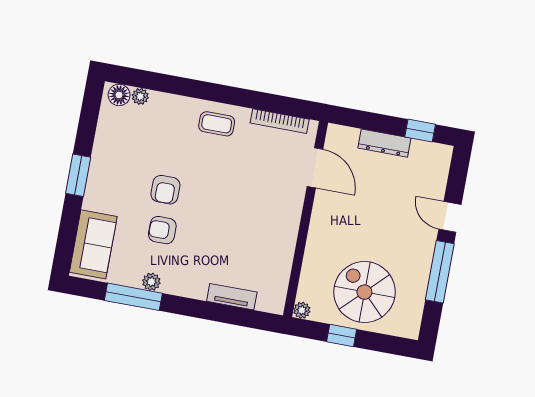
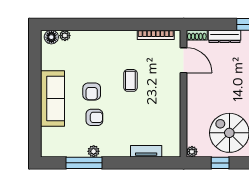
coffee table: (217, 124) -> (130, 80), moved, turned 90
shoe rack: (342, 133) -> (197, 35), added
window: (78, 175) -> (35, 93), removed
armchair: (162, 230) -> (94, 117), turned 180
sofa: (93, 244) -> (53, 99), moved, width x1.36

